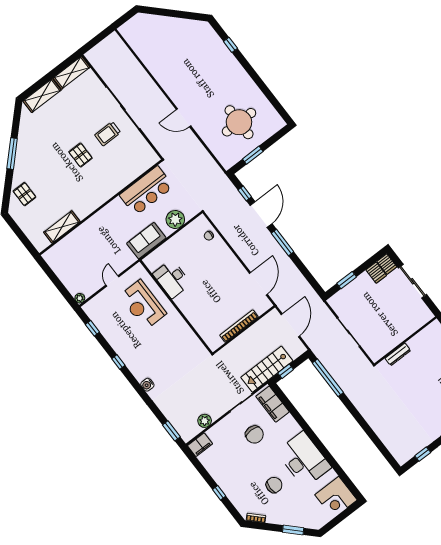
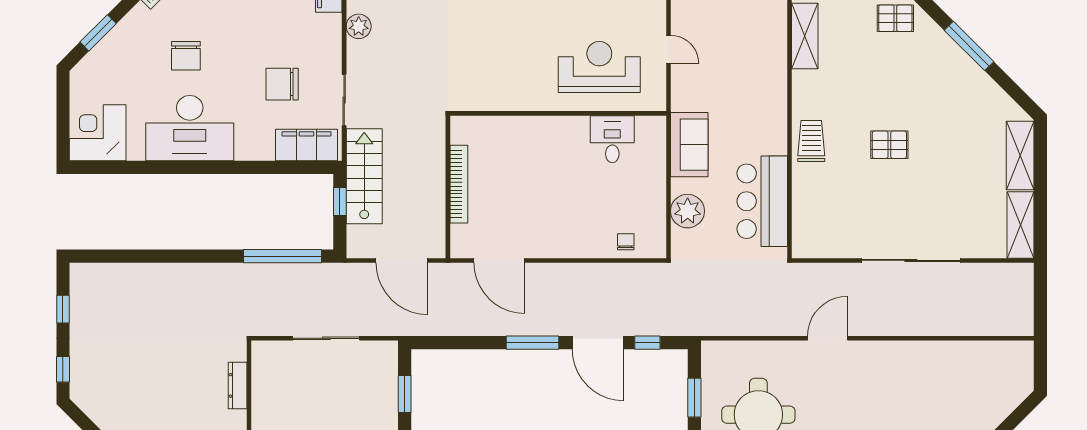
trolley: (108, 134) -> (811, 141), moved
desk: (172, 279) -> (612, 139), width x0.73

